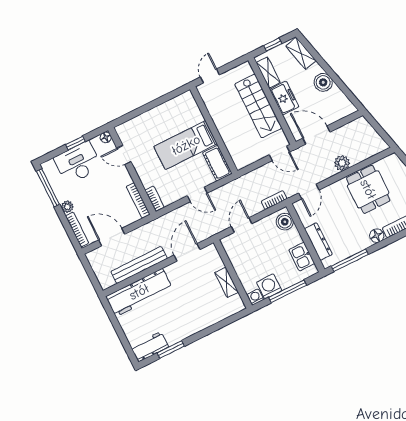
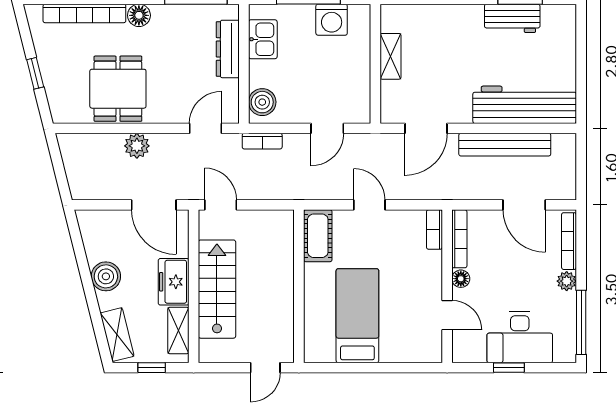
floor lamp: (106, 137) -> (461, 279), moved
bed: (186, 145) -> (357, 316), moved, turned -90
washing machine: (255, 297) -> (359, 14), removed
workbench: (150, 347) -> (512, 18), moved

